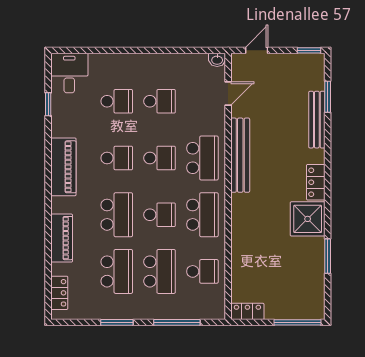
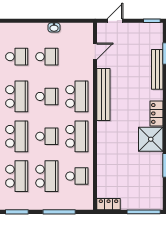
washbasin: (217, 60) -> (54, 27), moved
school desk: (117, 158) -> (17, 96), width x1.85

